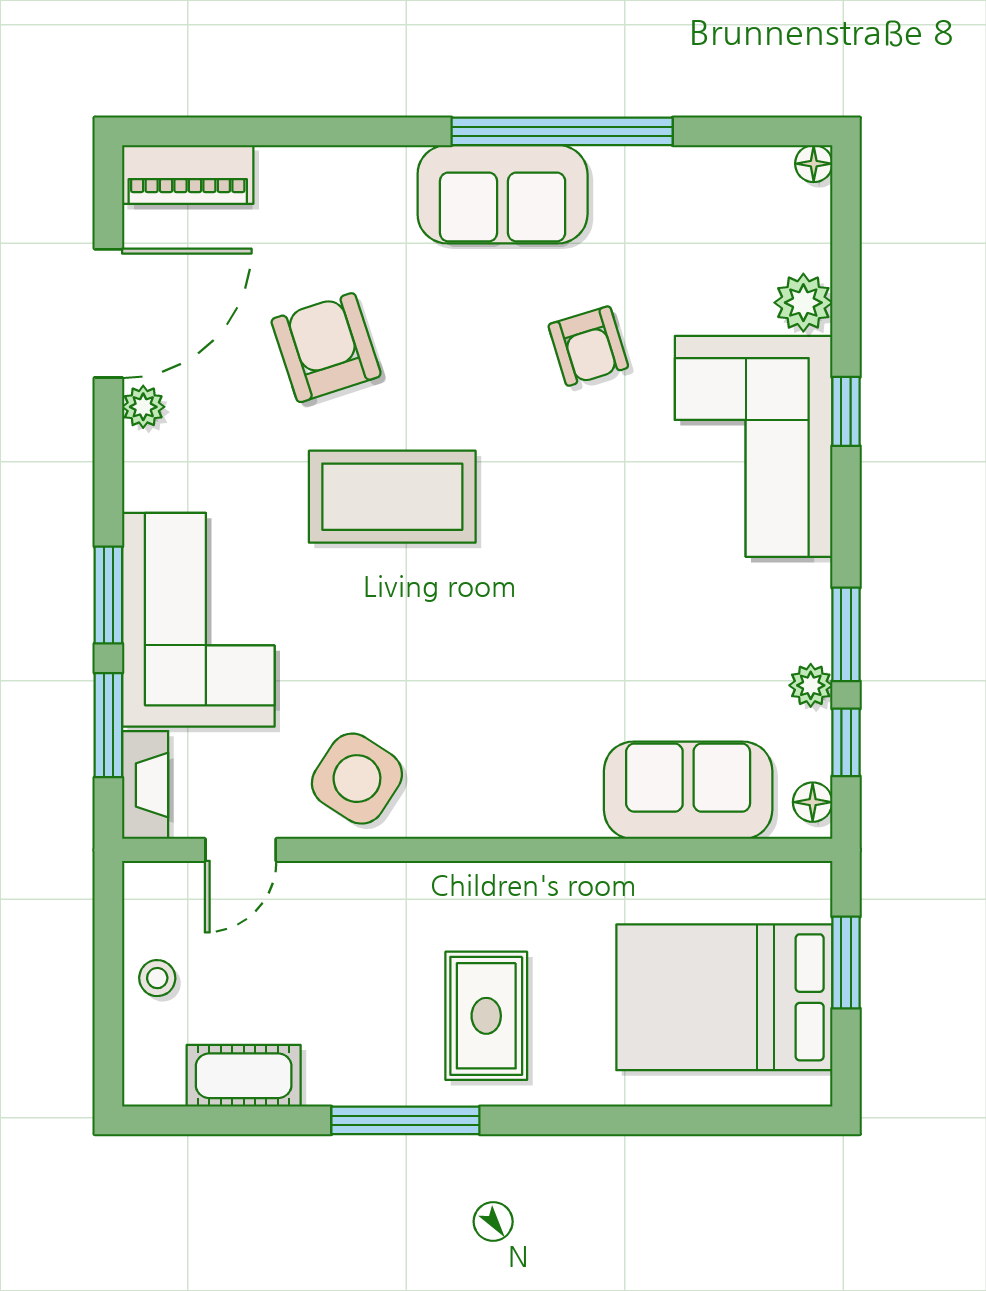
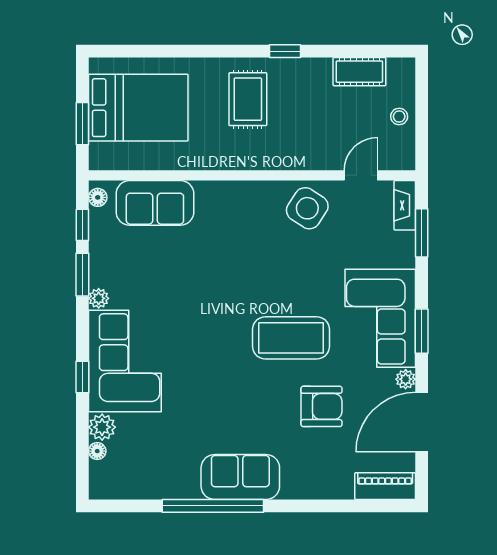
floor lamp: (814, 164) -> (97, 451), moved
armchair: (588, 346) -> (201, 407), removed
armchair: (326, 348) -> (321, 406), turned -72
window: (108, 595) -> (422, 331), moved
corner sofa: (198, 620) -> (380, 318), moved
plant: (811, 685) -> (99, 298), moved
window: (405, 1120) -> (285, 51), width x0.46

